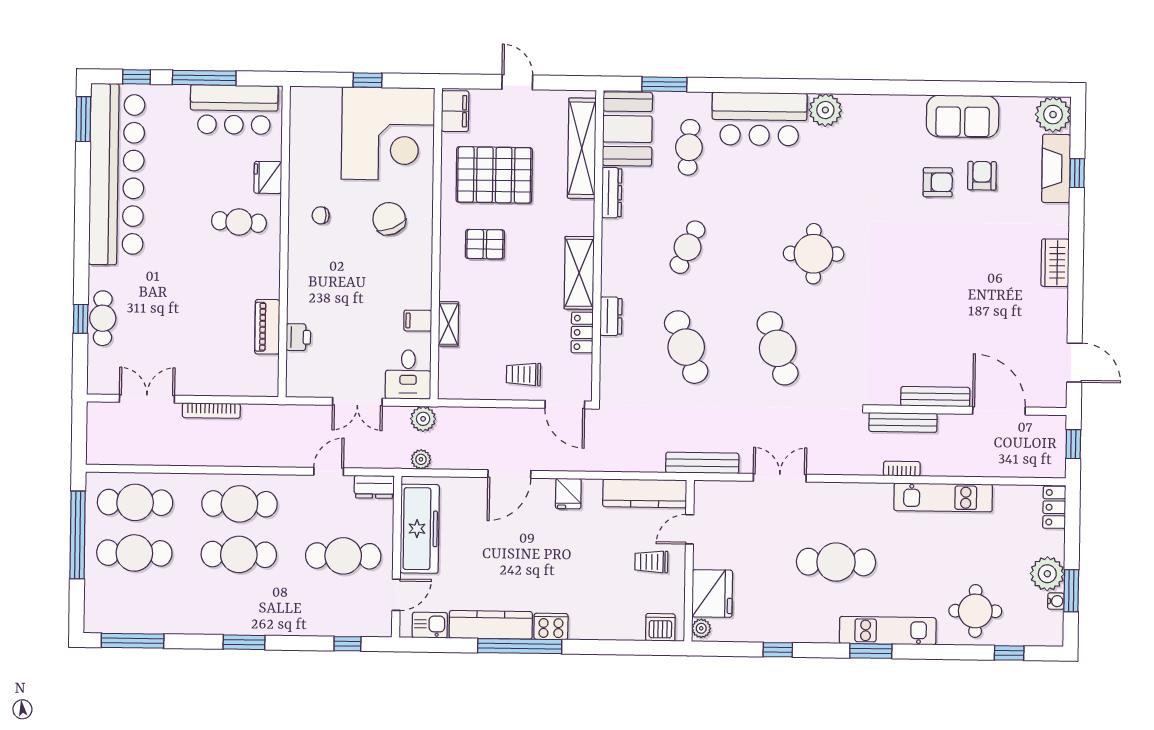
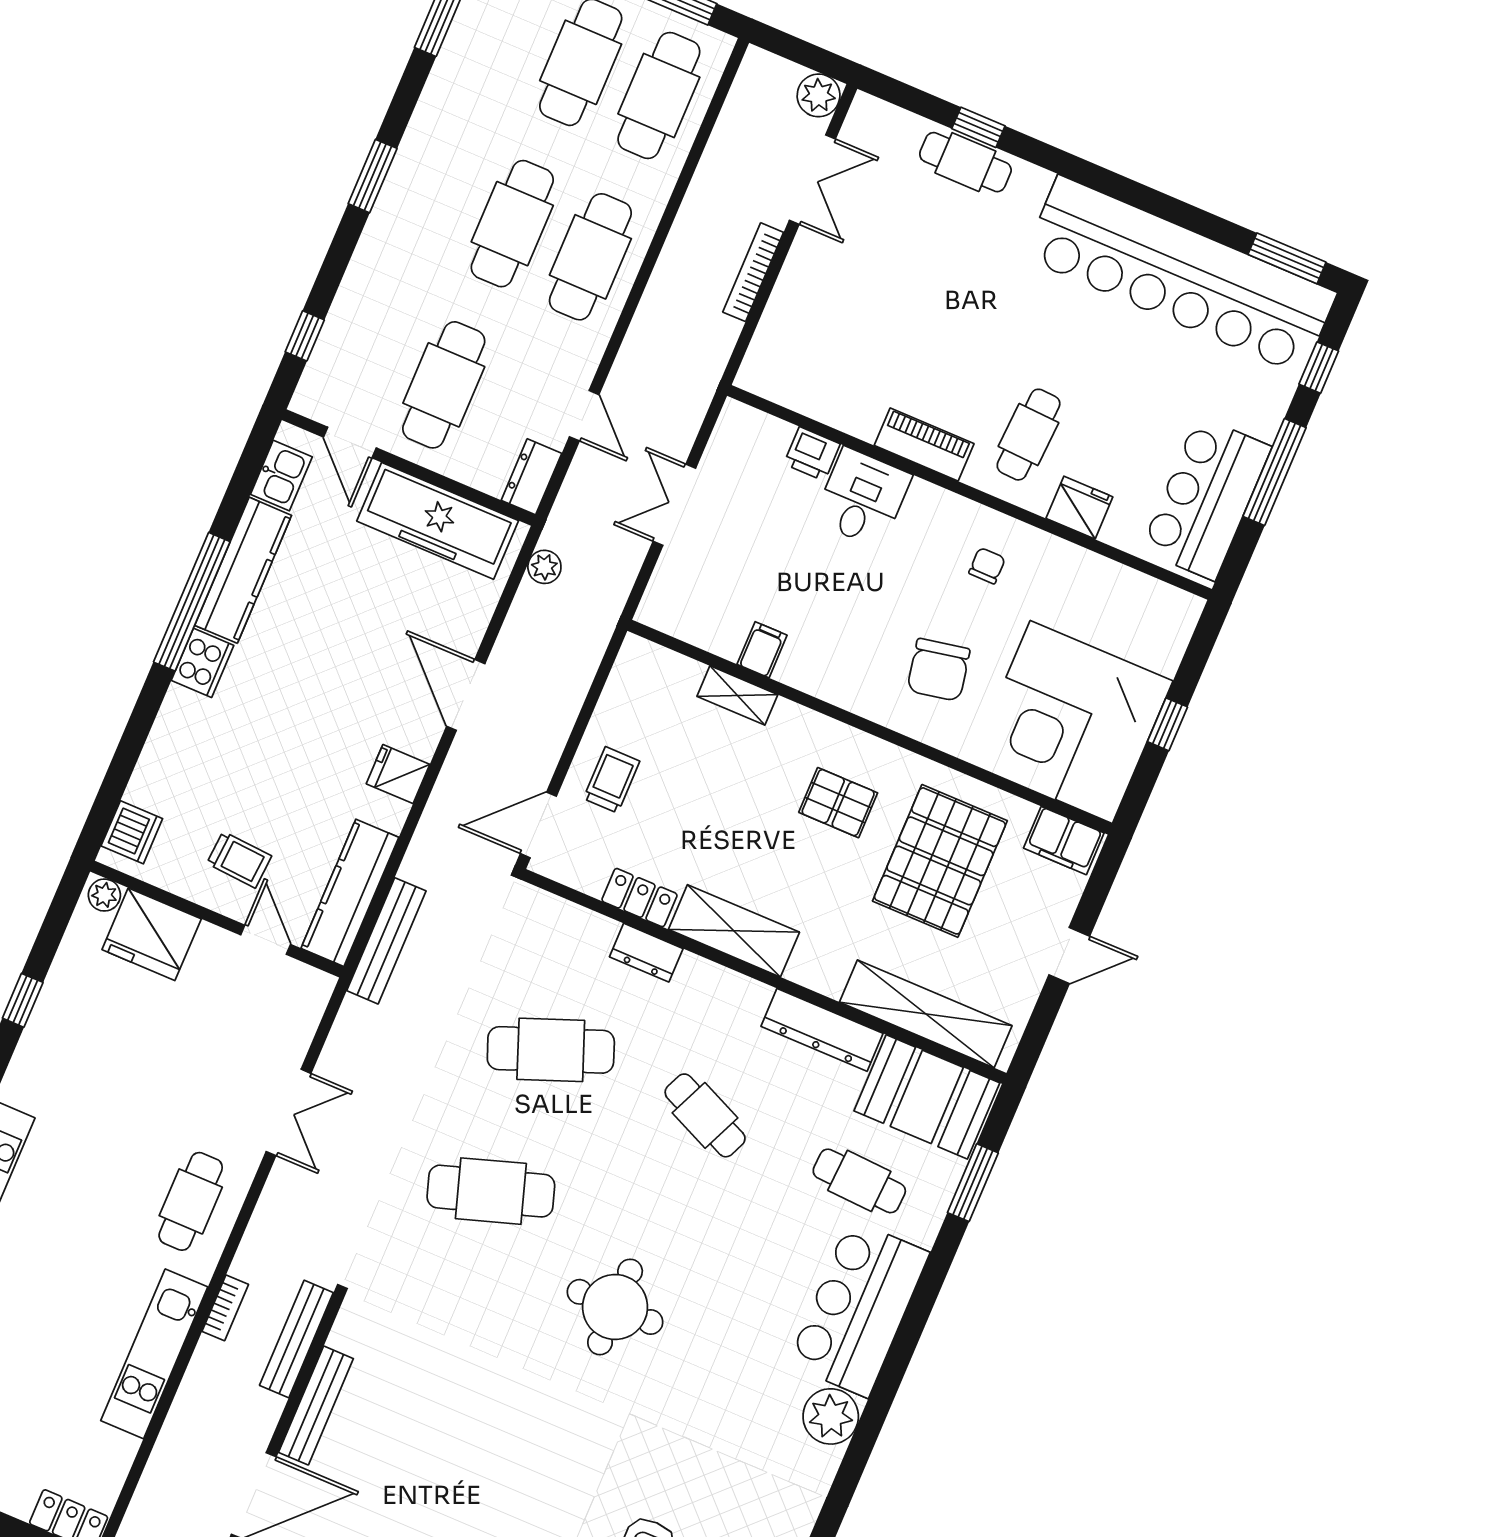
dresser: (612, 193) -> (822, 1030), width x1.37, depth x1.24
chair: (389, 219) -> (938, 670), turned 102
pallet: (485, 244) -> (838, 803), turned 90
piano: (267, 327) -> (924, 444), moved
desk: (408, 374) -> (862, 498), moved, turned 90
plant: (423, 419) -> (819, 95), moved
bench: (702, 463) -> (386, 941), moved
trolley: (651, 562) -> (239, 860), turned 94
cafe table: (836, 562) -> (191, 1201), moved, width x0.73, depth x0.74

